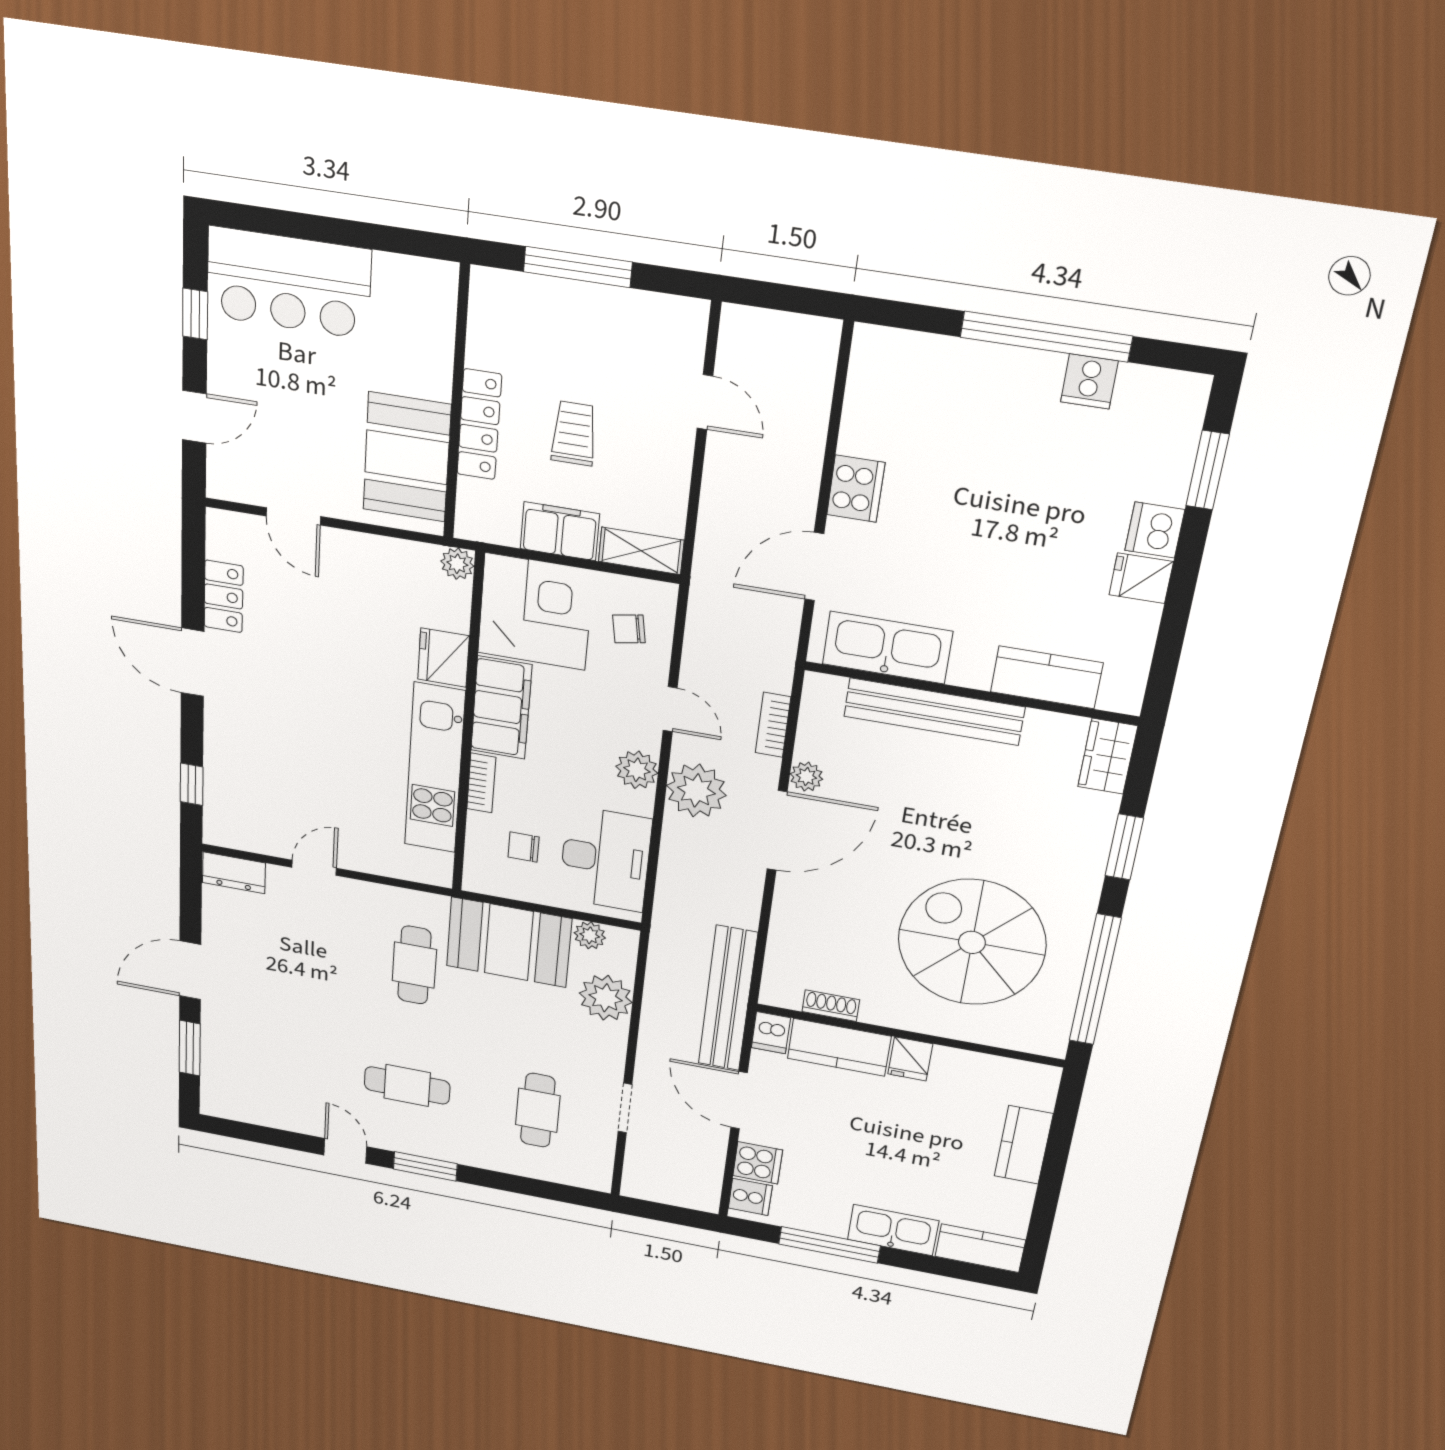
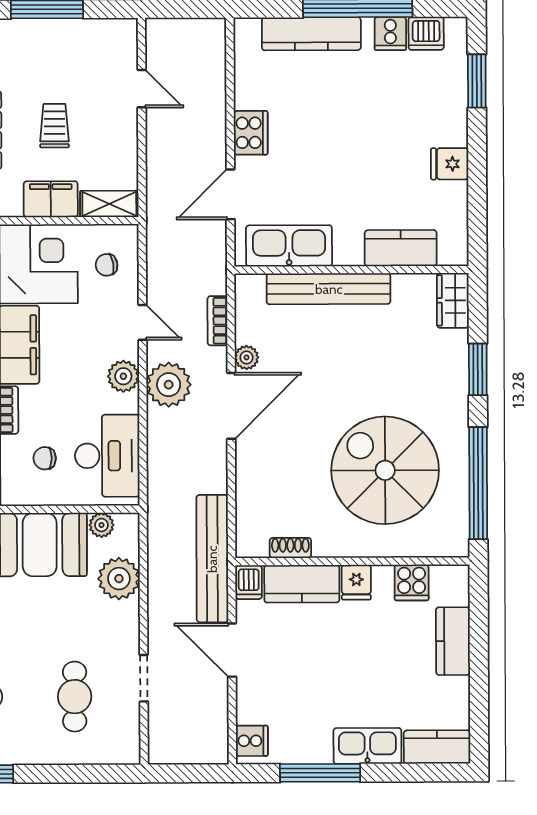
kitchen counter: (969, 363) -> (311, 34), added
dishwasher: (1155, 530) -> (426, 33), moved, turned -90
cooker: (758, 1163) -> (412, 583), moved, turned 90

